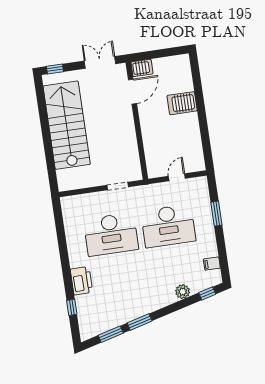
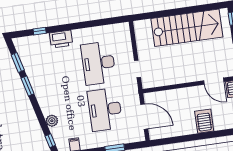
door: (177, 177) -> (144, 117), width x1.87

